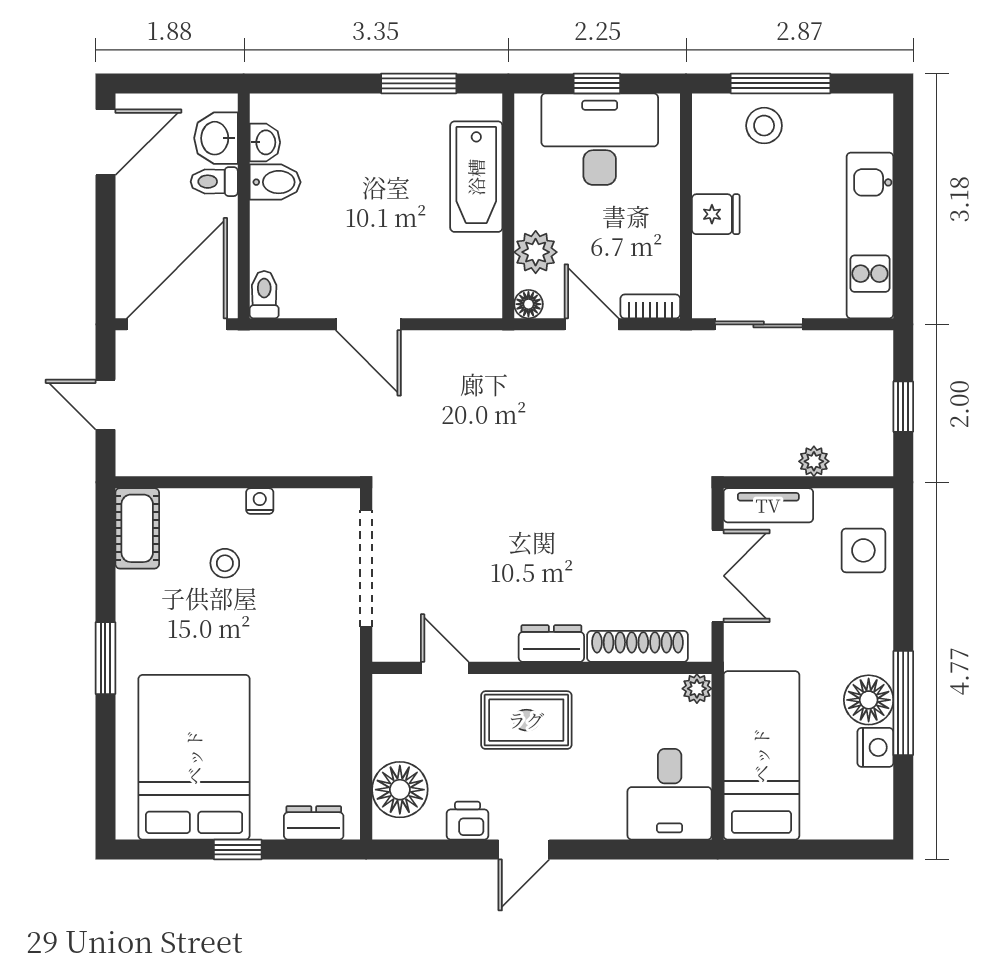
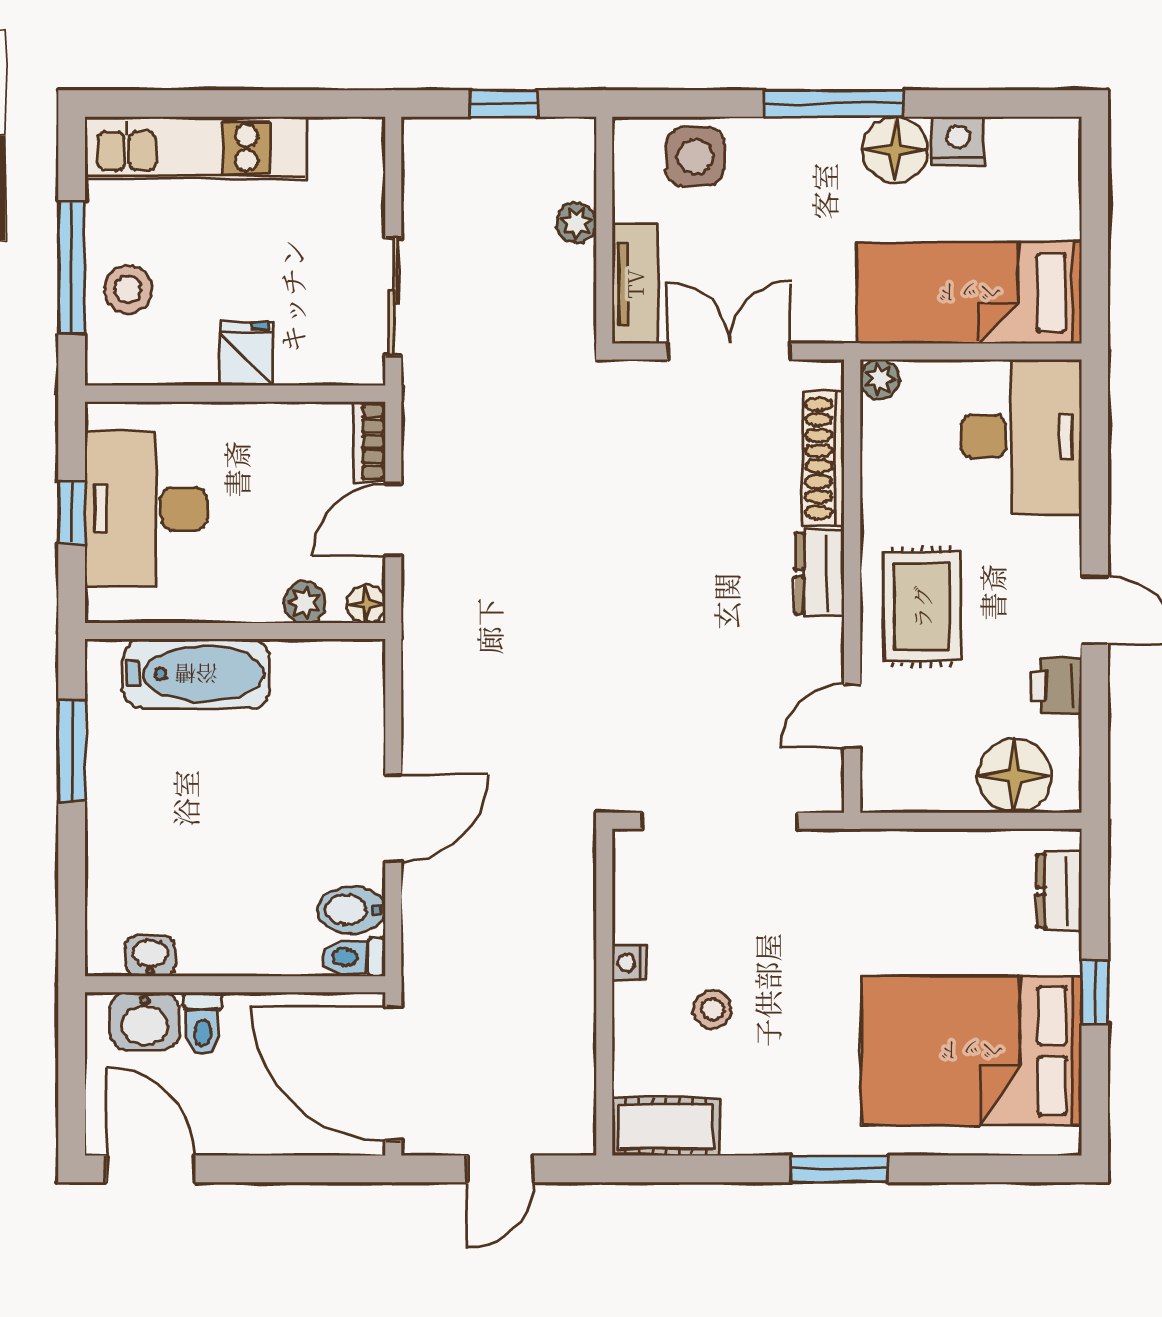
bidet: (275, 182) -> (351, 910), moved, turned -90
kitchen unit: (870, 235) -> (195, 148), moved
plant: (536, 252) -> (305, 602), width x0.73, depth x0.73
window: (903, 703) -> (834, 104), moved
desk: (670, 794) -> (1021, 436), width x1.37

